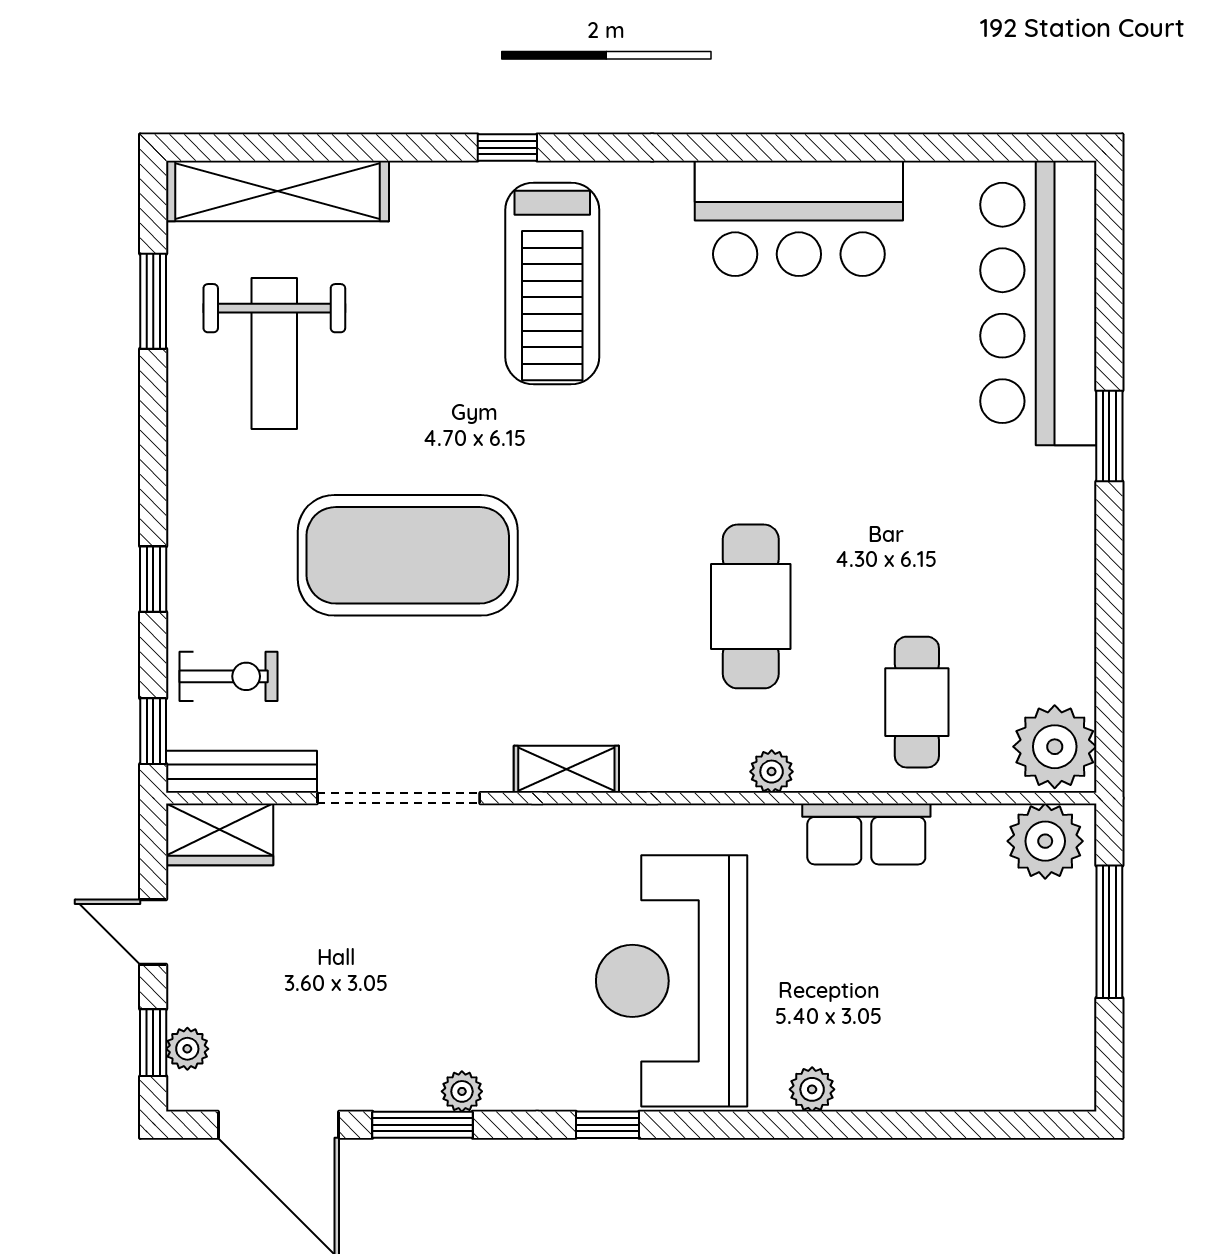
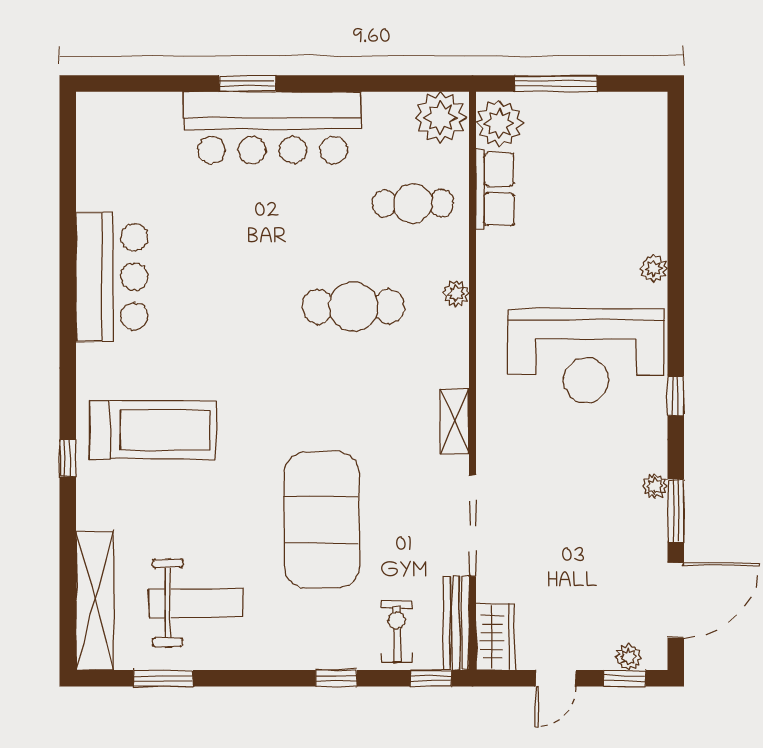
bar counter: (1038, 303) -> (273, 128), moved
row of seats: (866, 834) -> (495, 189), moved

